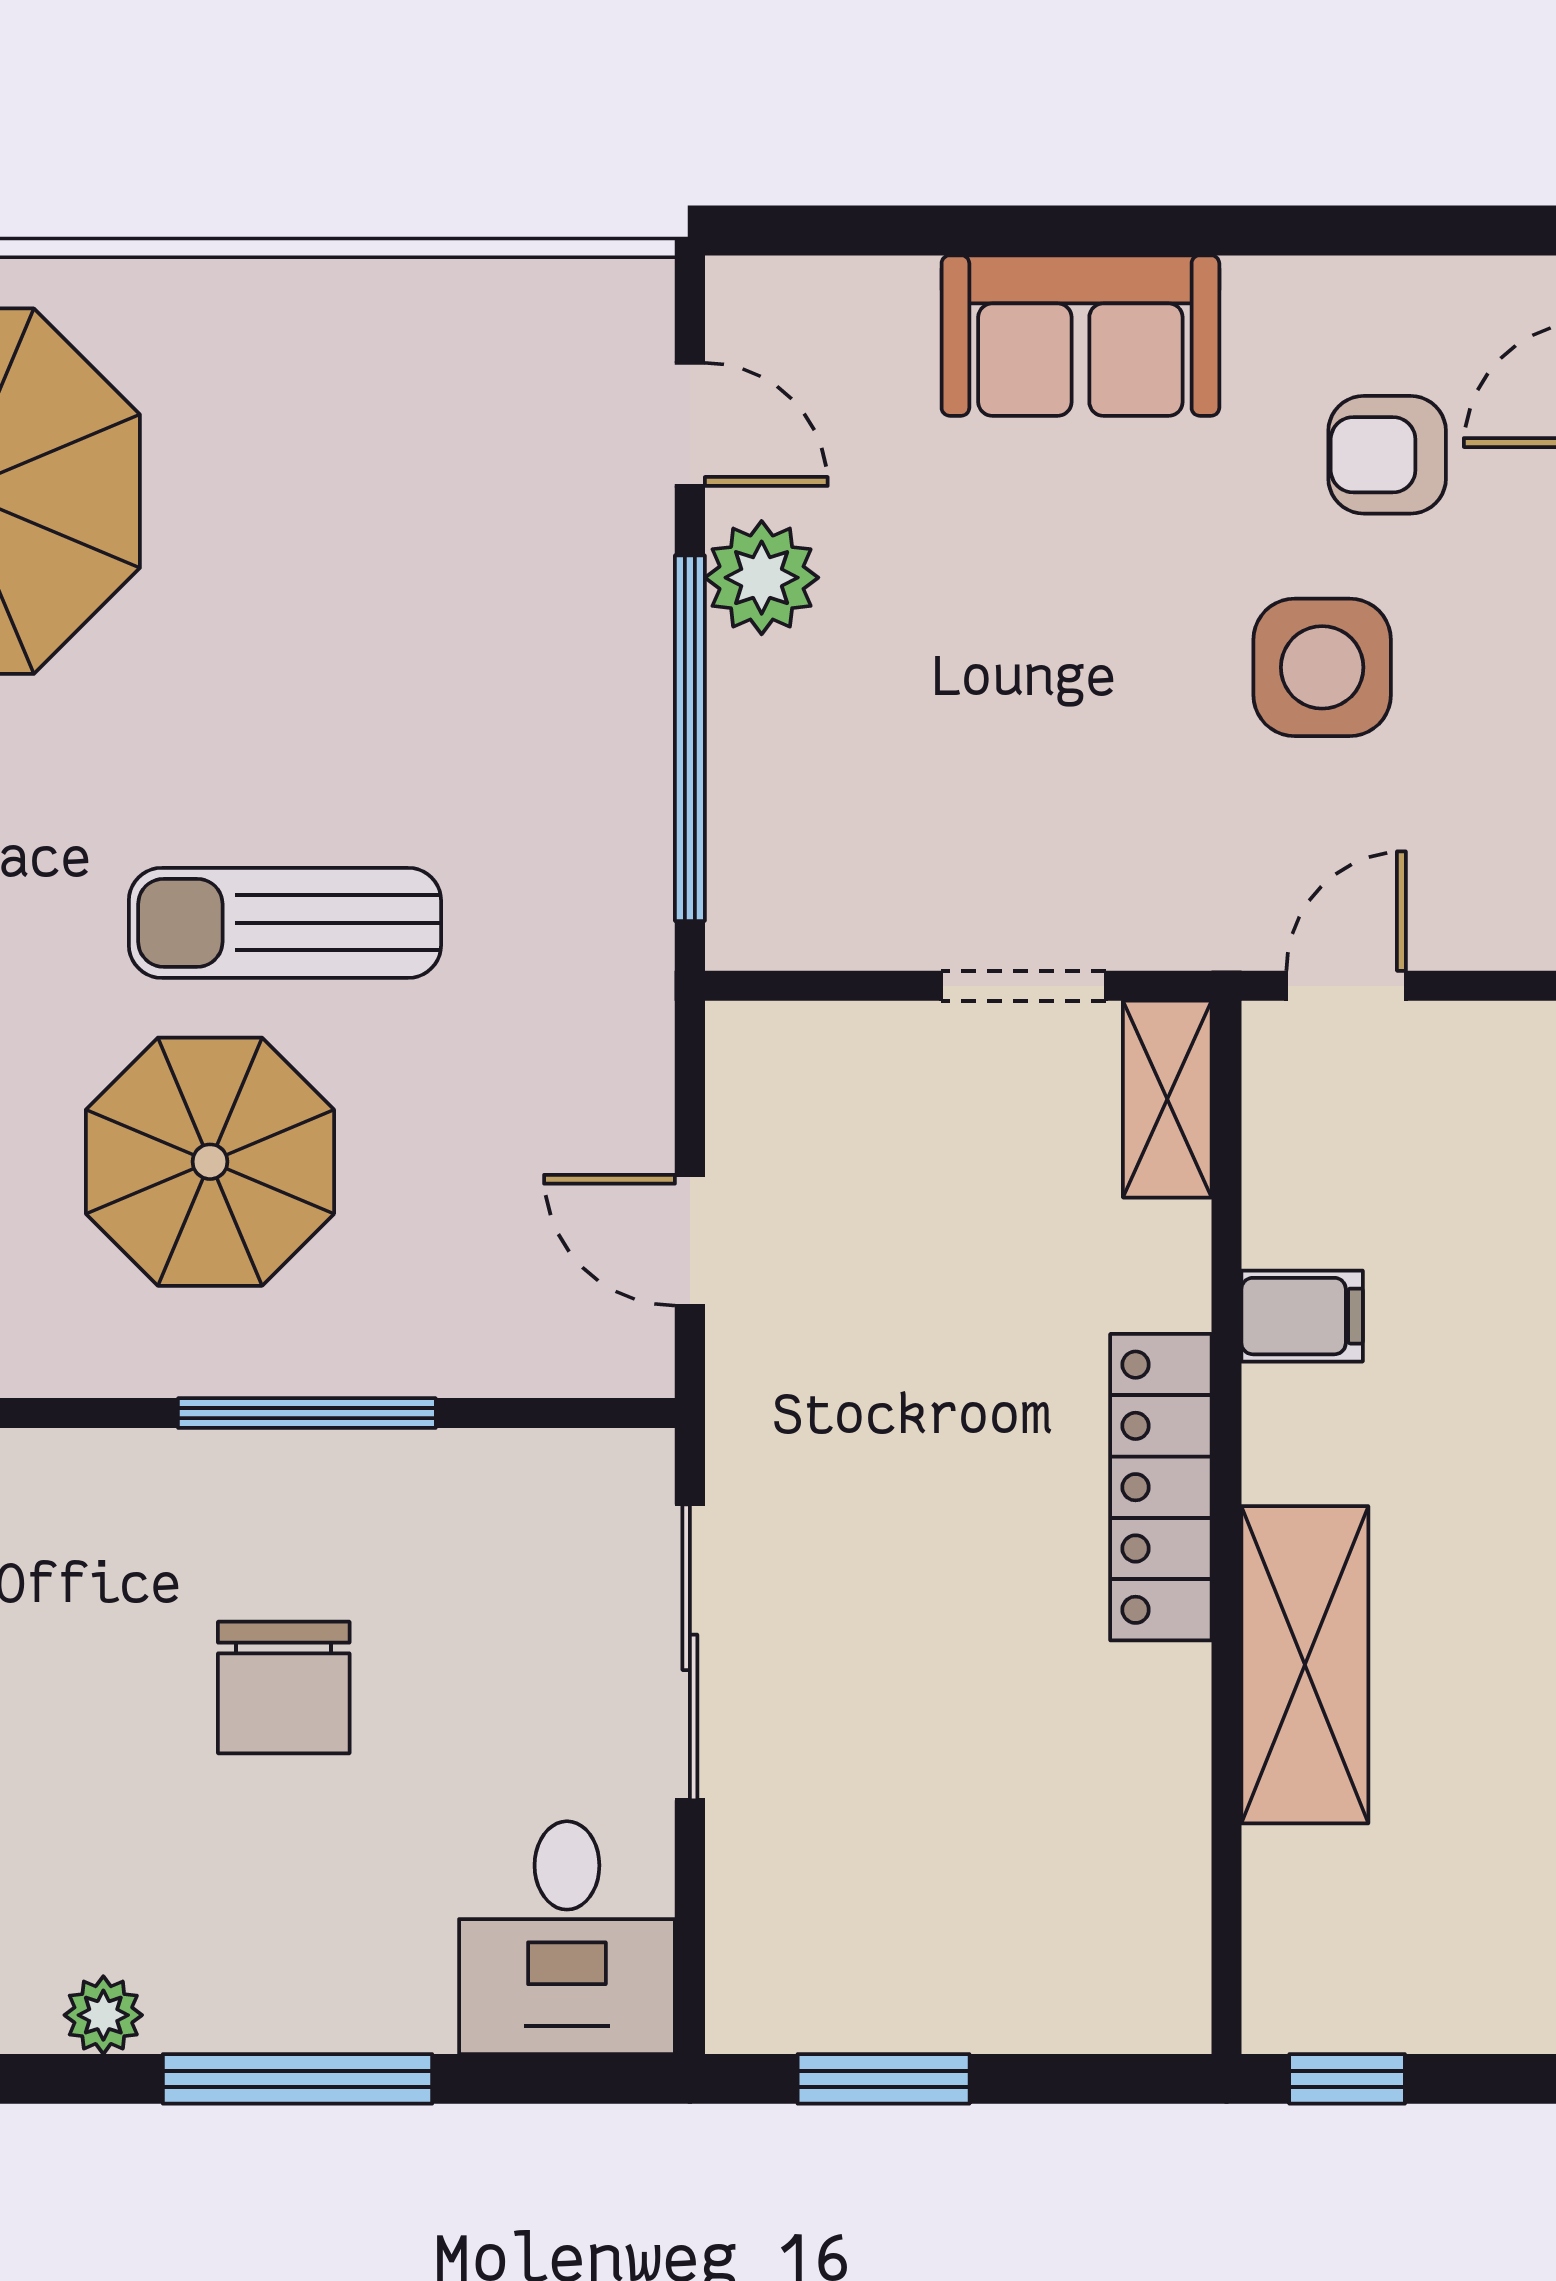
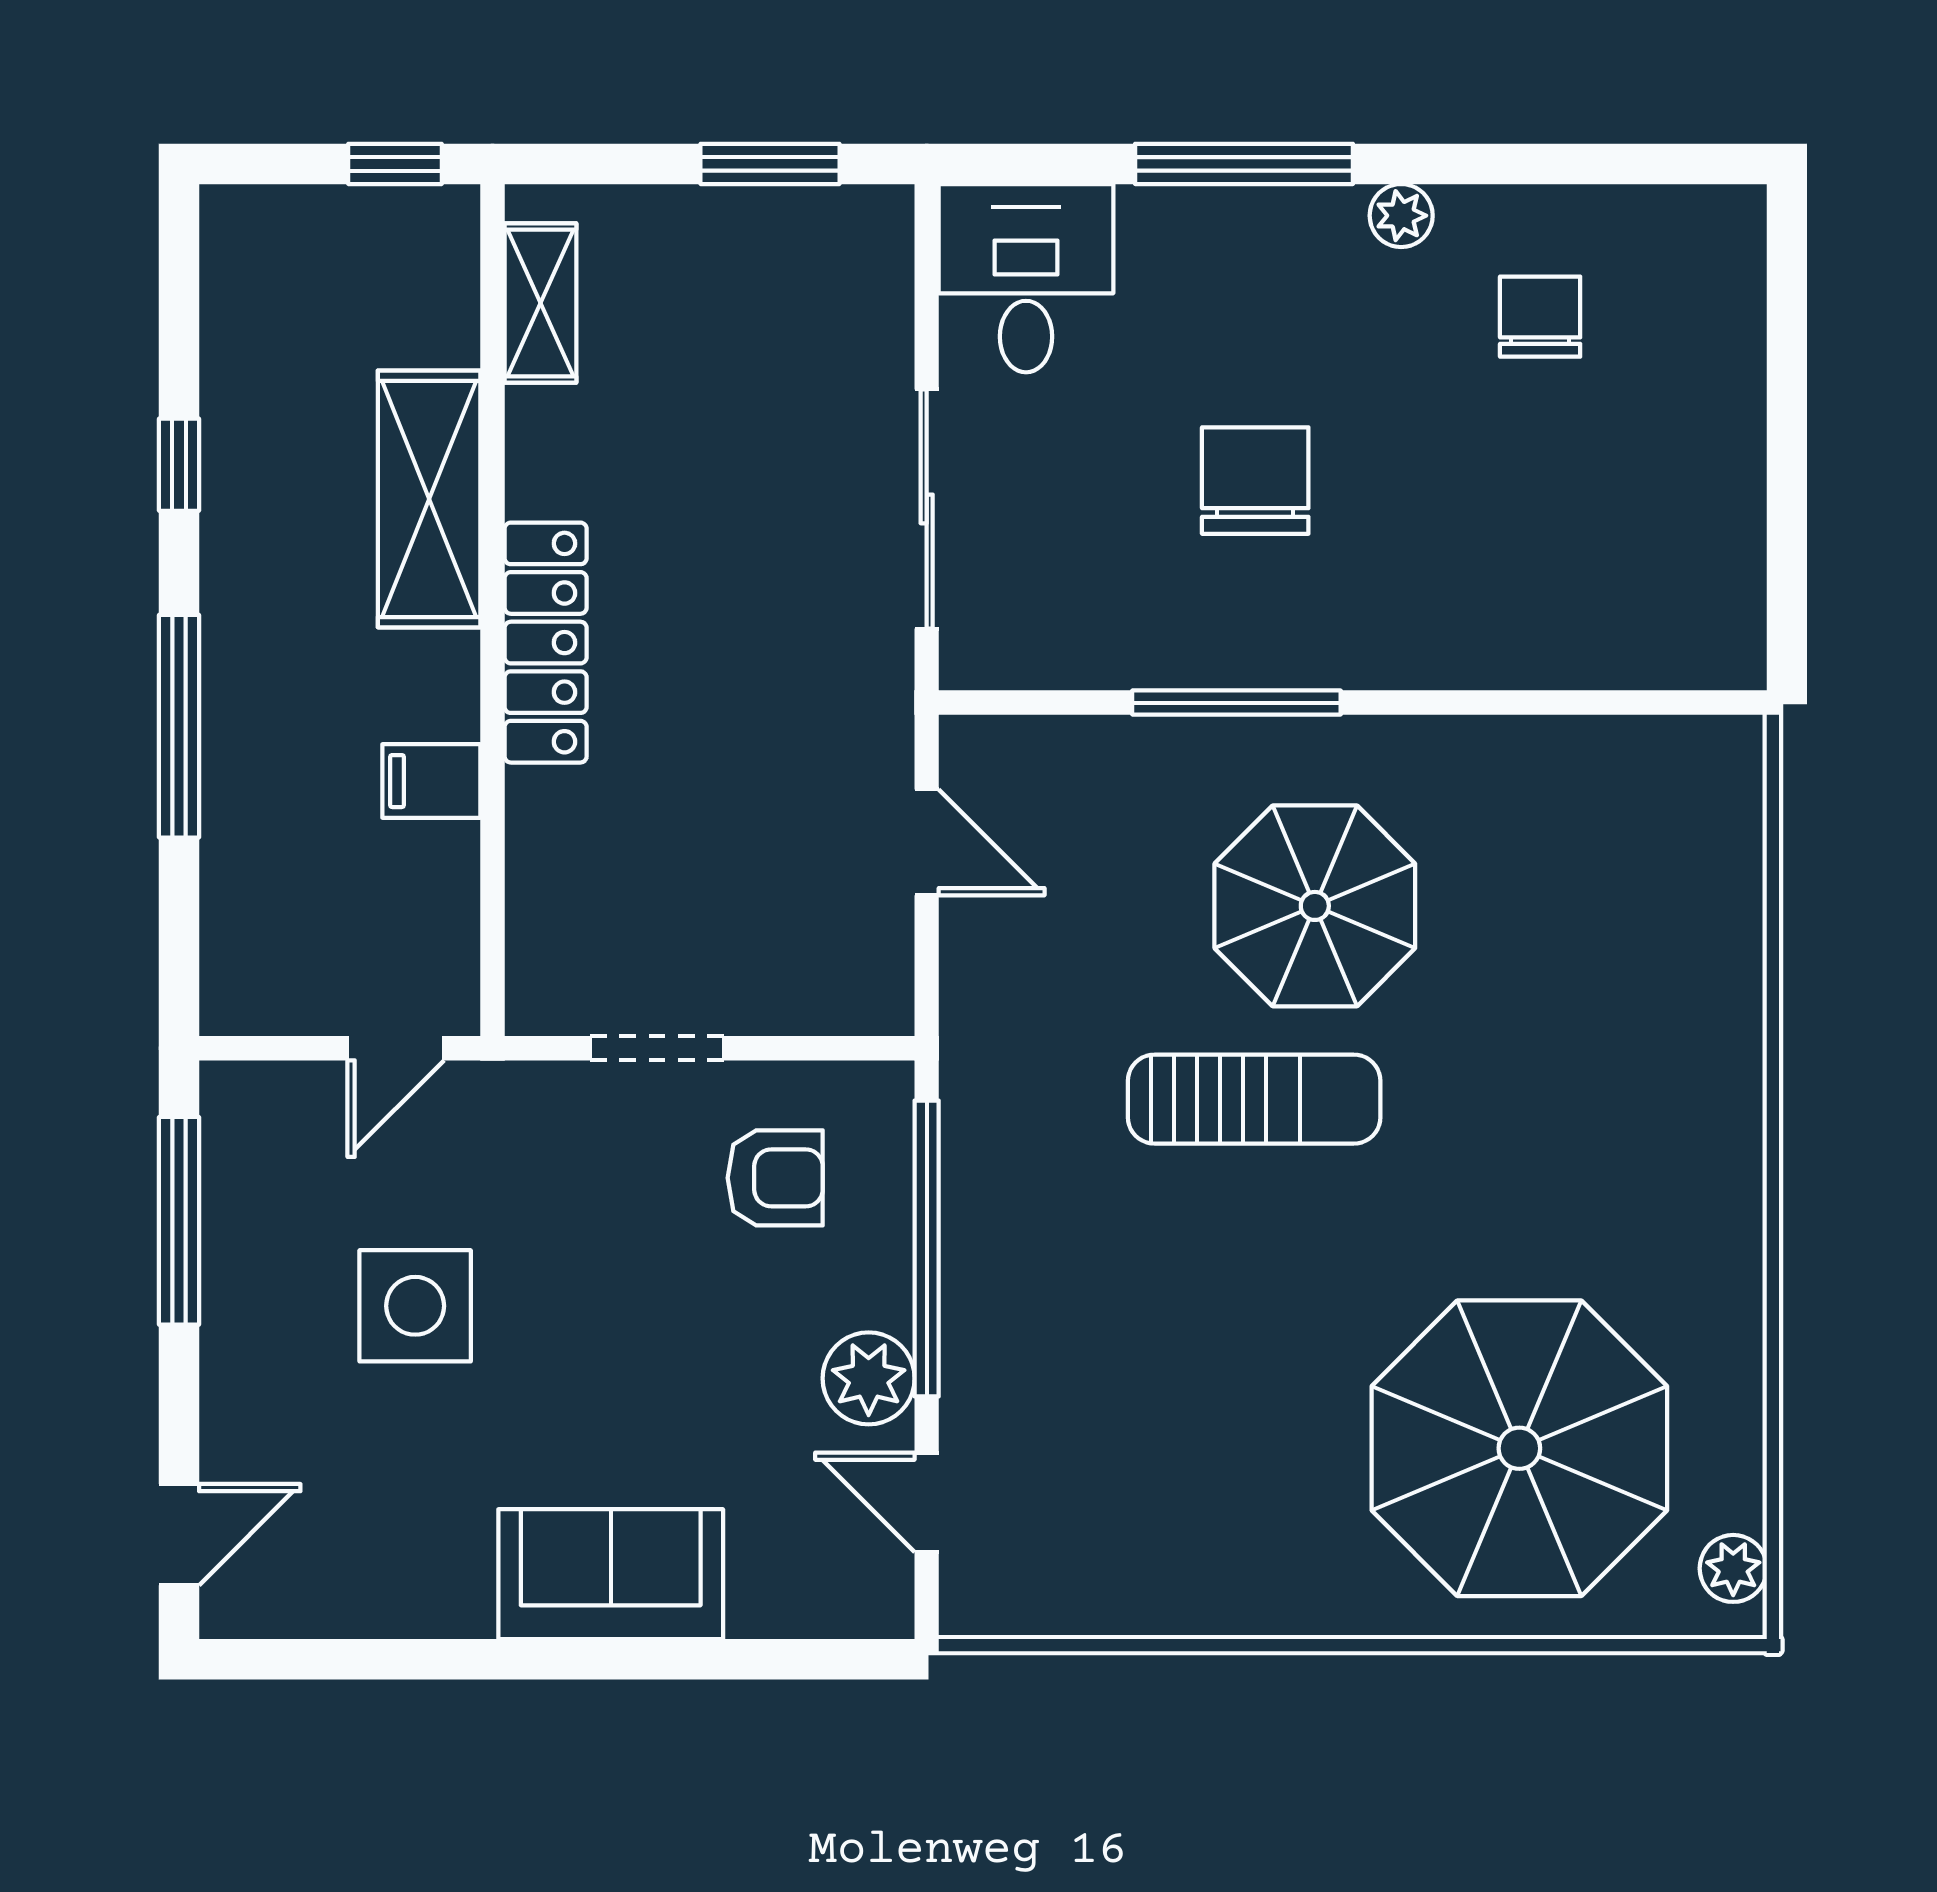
armchair: (1387, 455) -> (775, 1178), moved
shelving: (1167, 1099) -> (540, 303), moved

